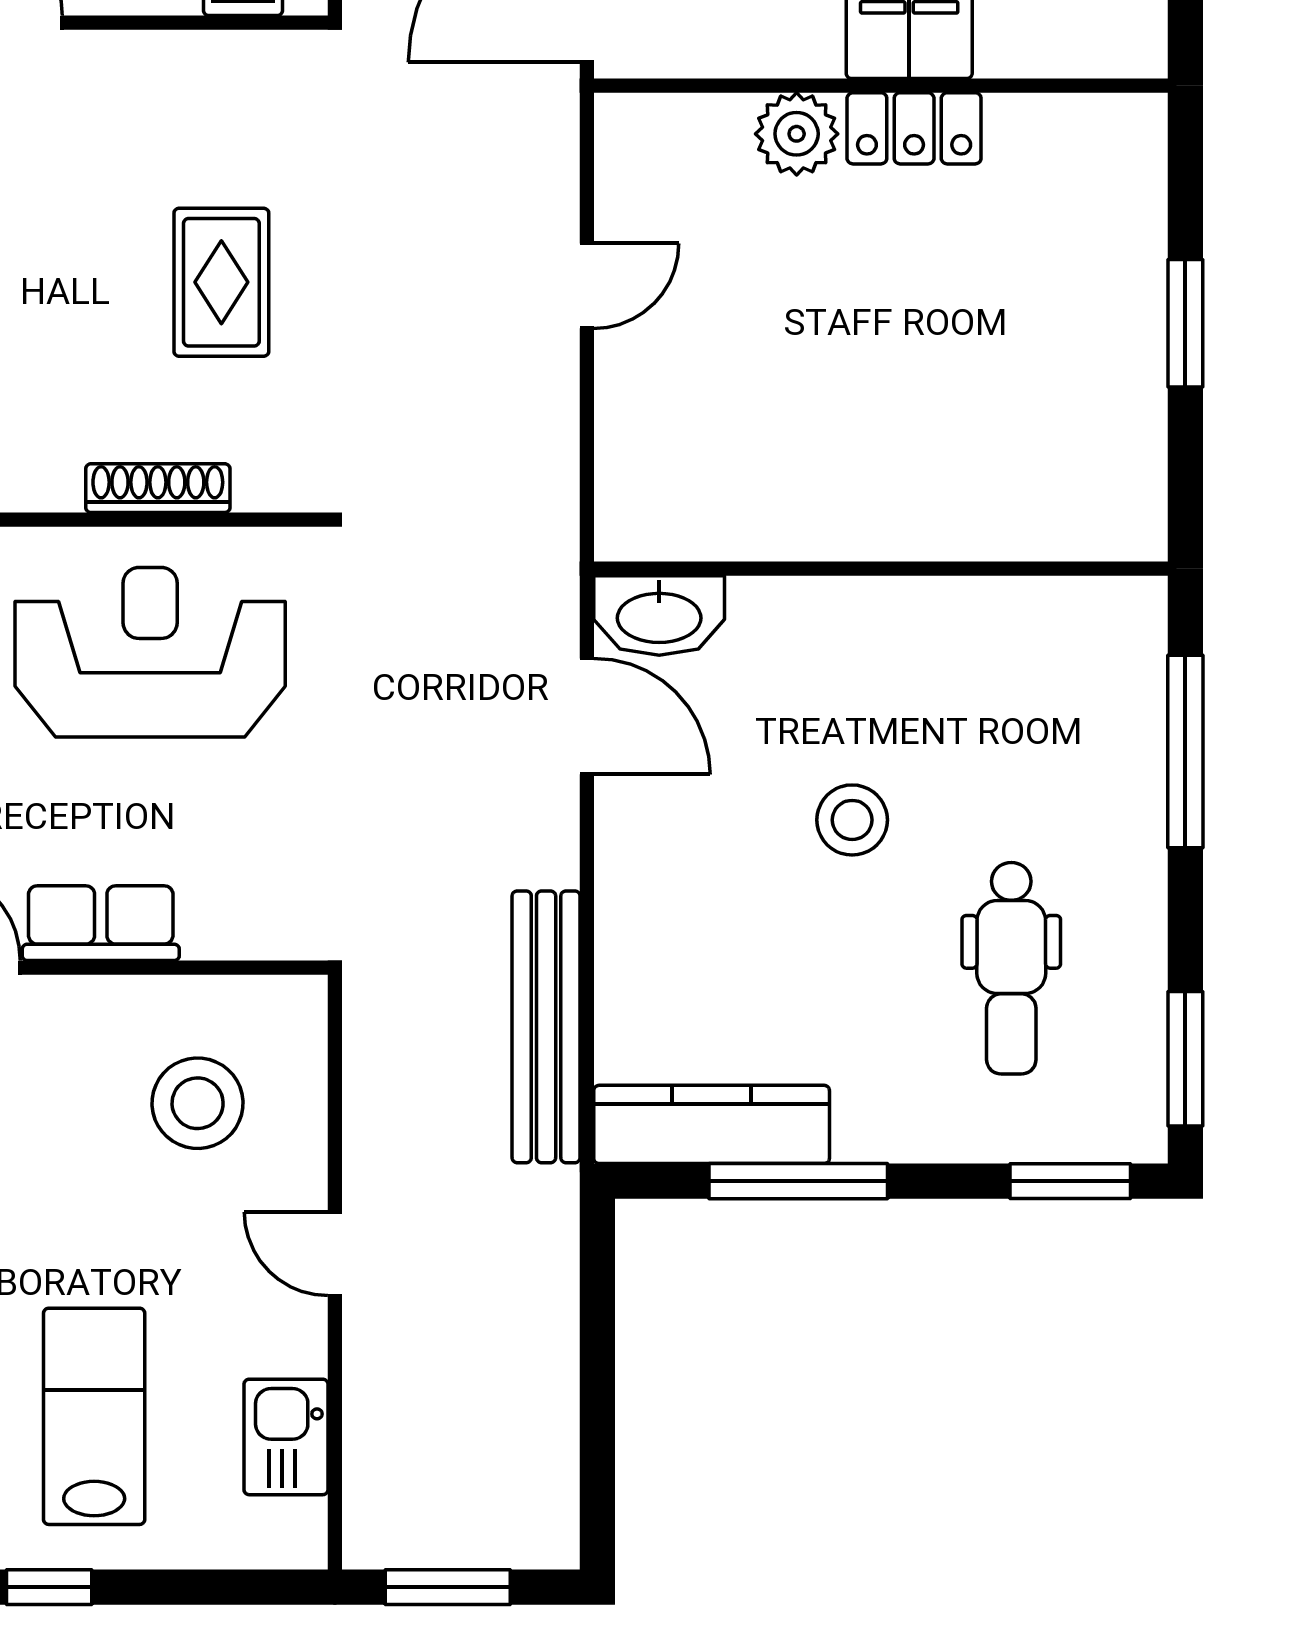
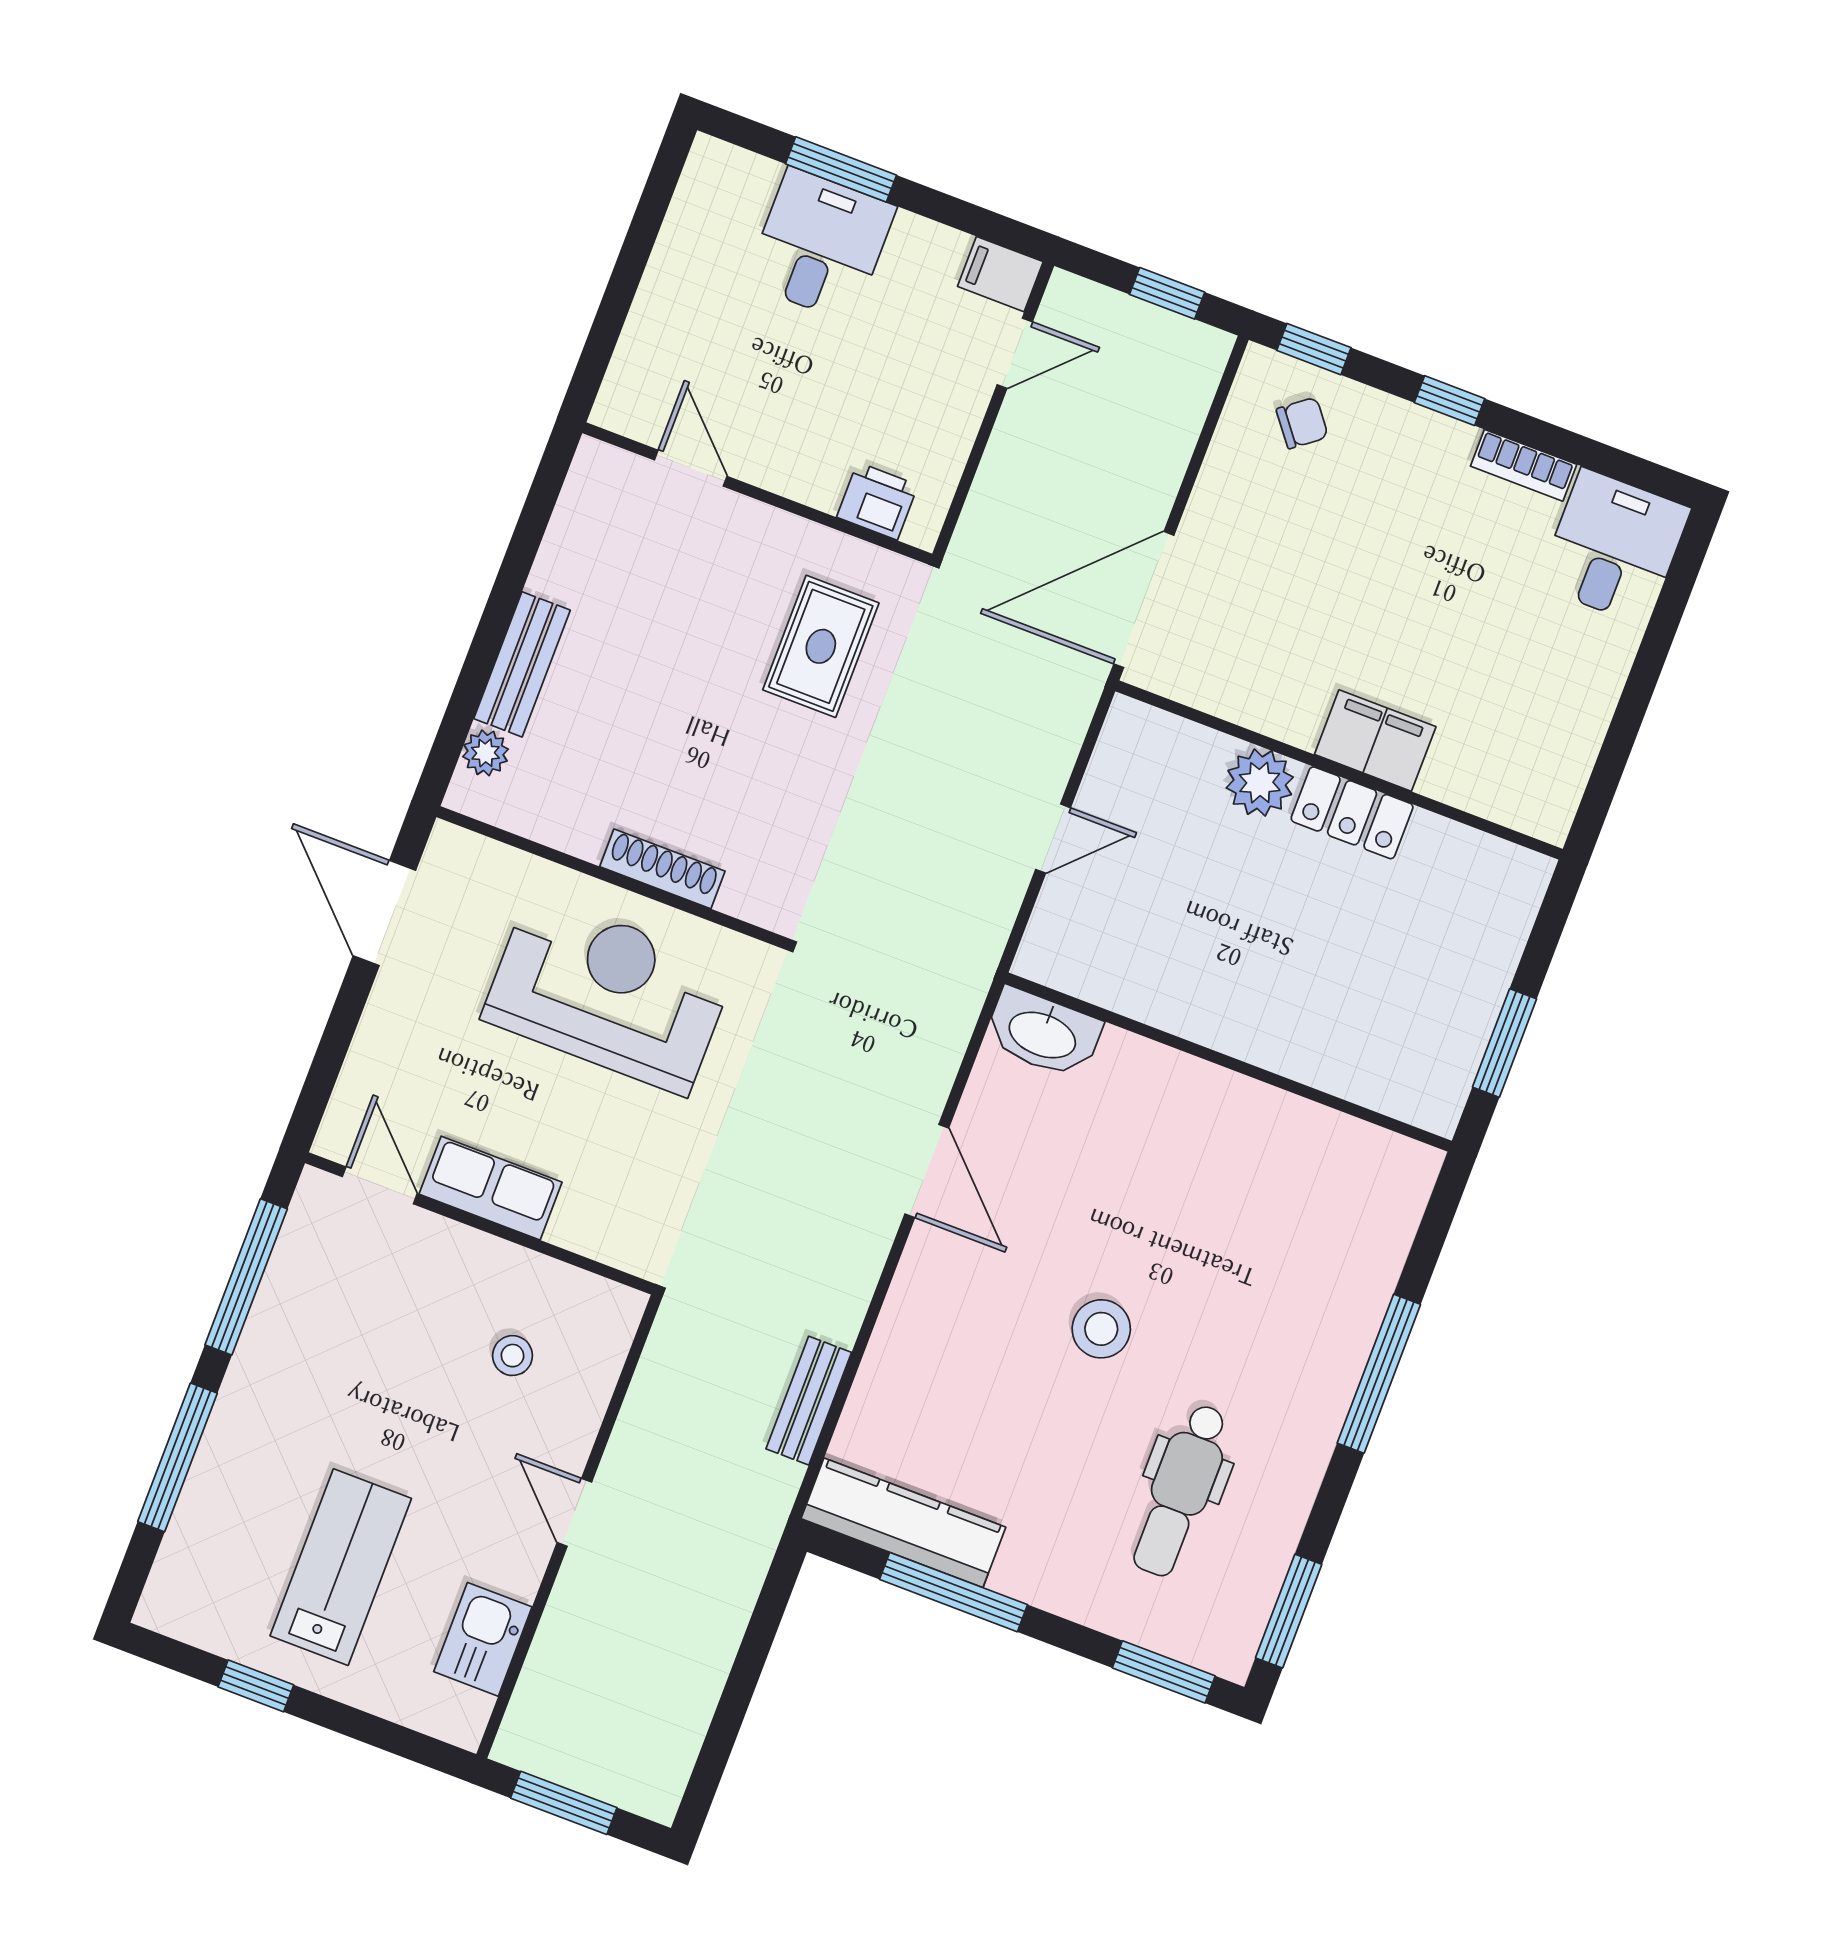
rug: (221, 282) -> (821, 646), moved
wall: (881, 569) -> (1228, 1062), moved
washbasin: (659, 616) -> (1043, 1033), moved
bench: (546, 1027) -> (809, 1401), width x0.54, depth x0.82
stool: (198, 1103) -> (513, 1356), width x0.53, depth x0.53

